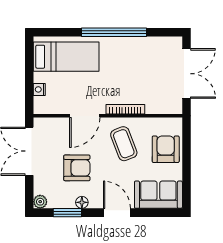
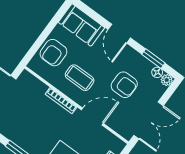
coffee table: (124, 144) -> (80, 78), turned -69
armchair: (77, 168) -> (124, 85), turned 180
floor lamp: (82, 202) -> (157, 72), moved

